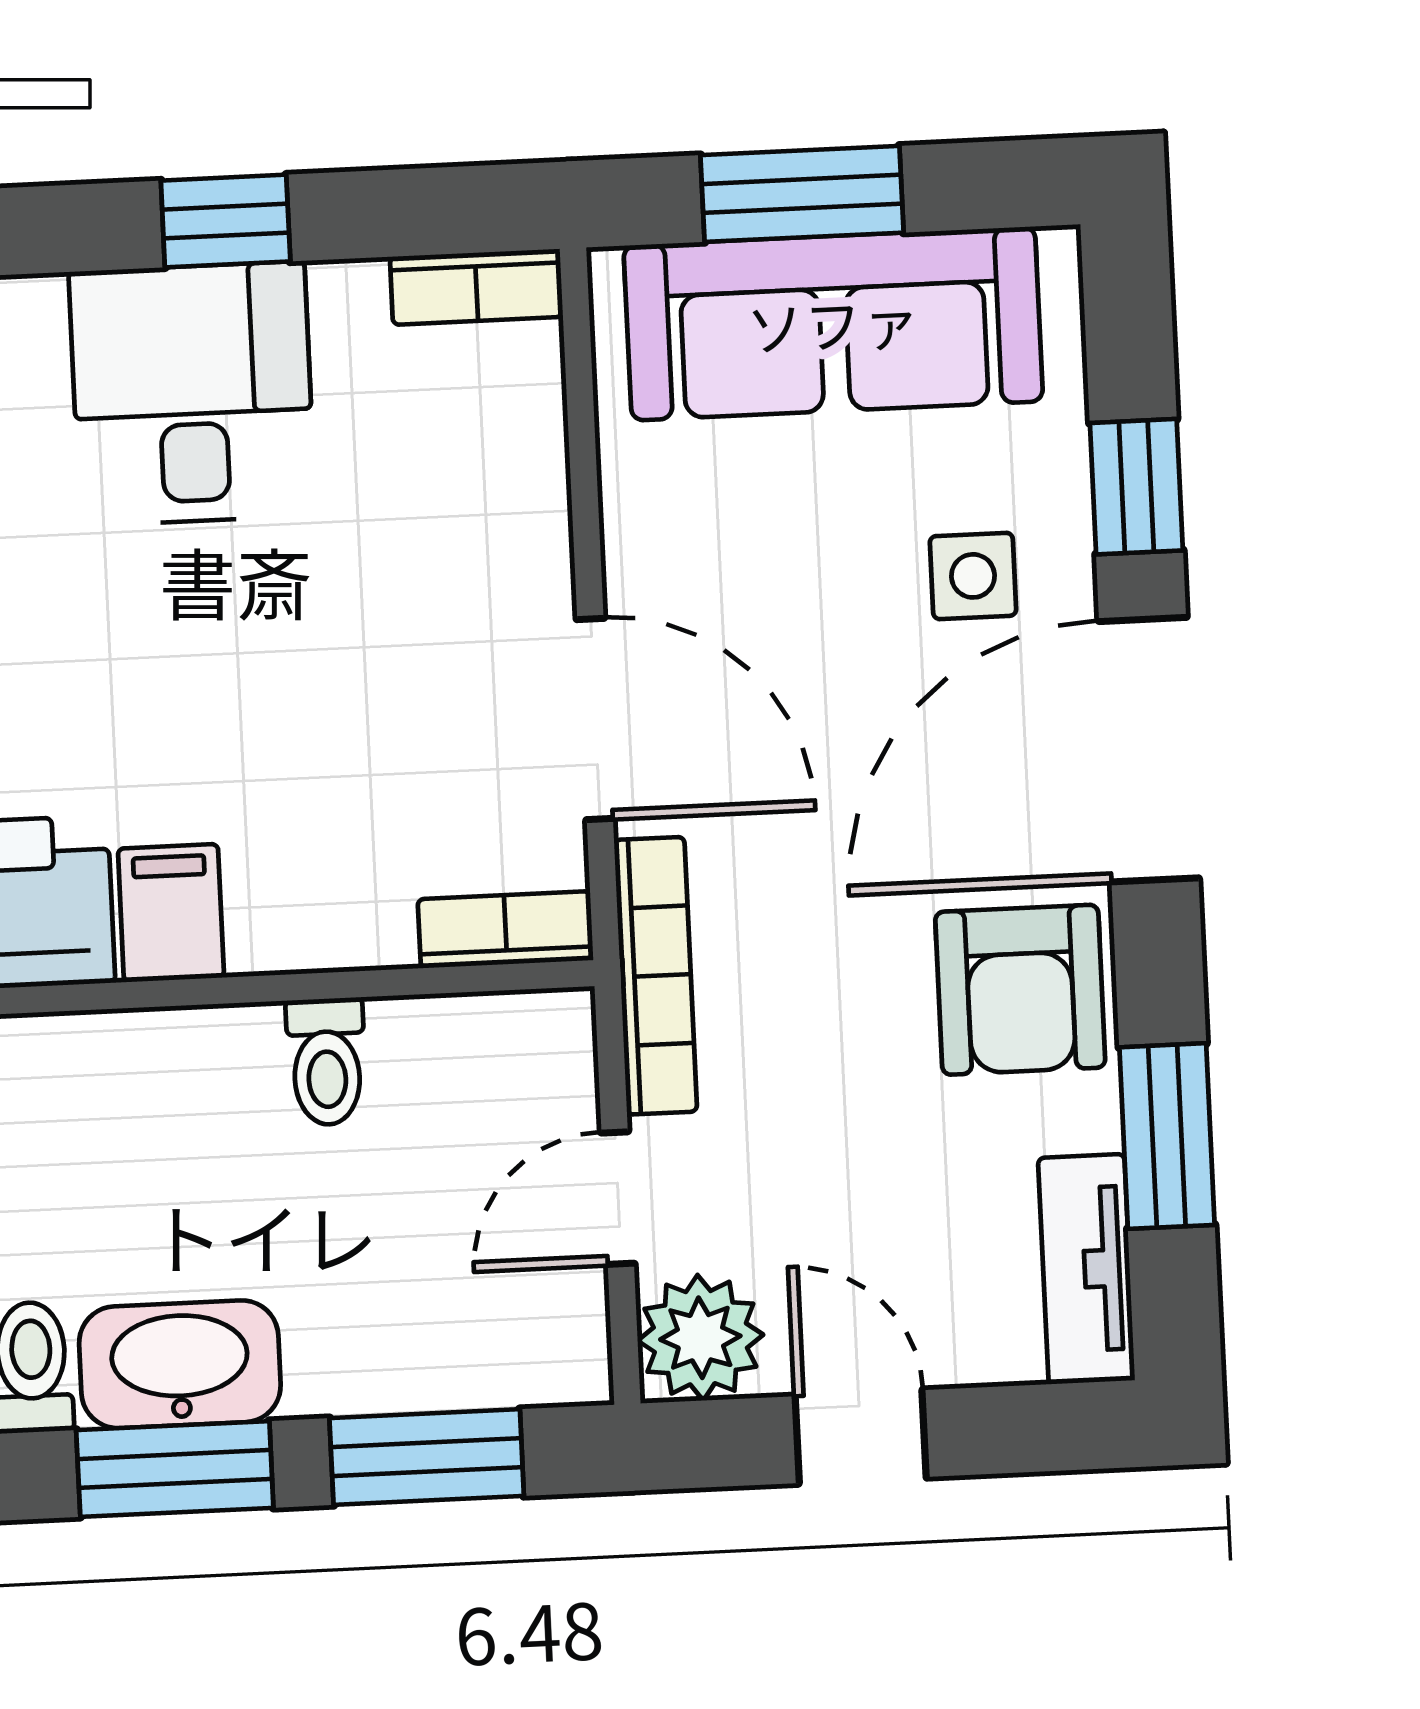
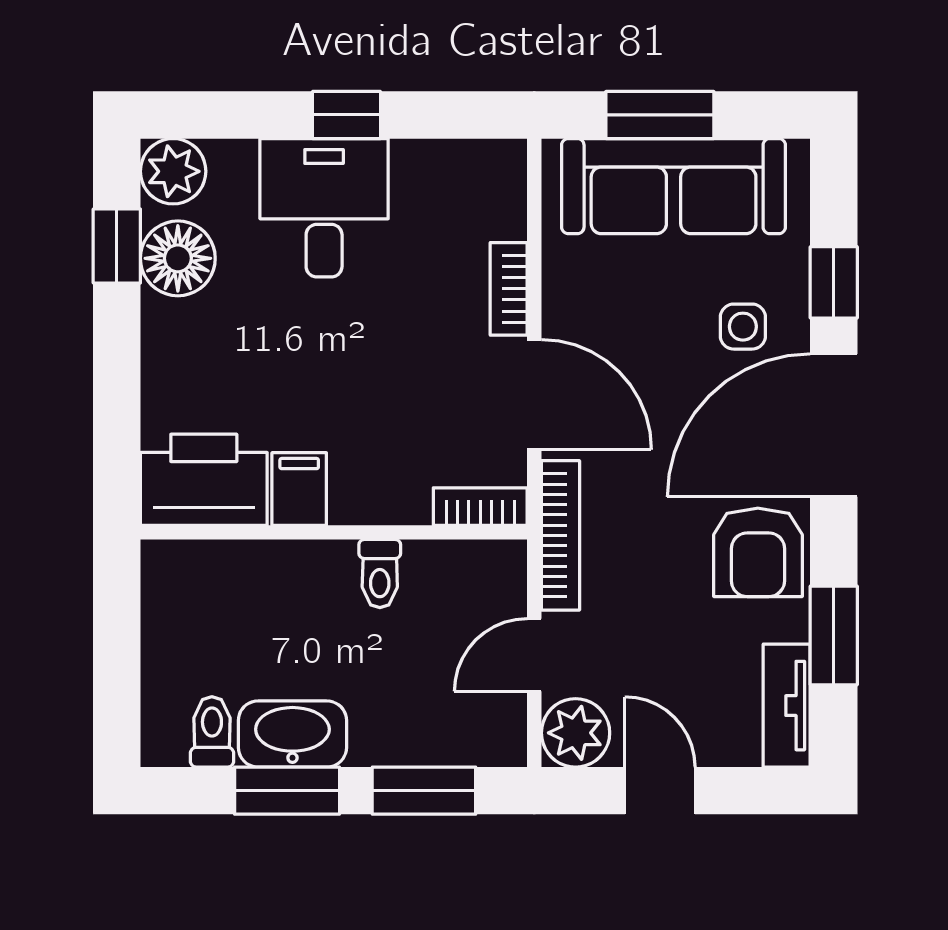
bookcase: (476, 287) -> (509, 289), moved, turned 90

